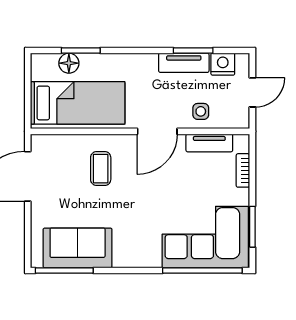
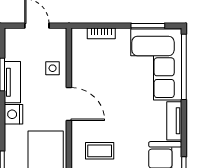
nightstand: (223, 64) -> (14, 114), moved
tv unit: (209, 143) -> (174, 121), moved, turned 180

